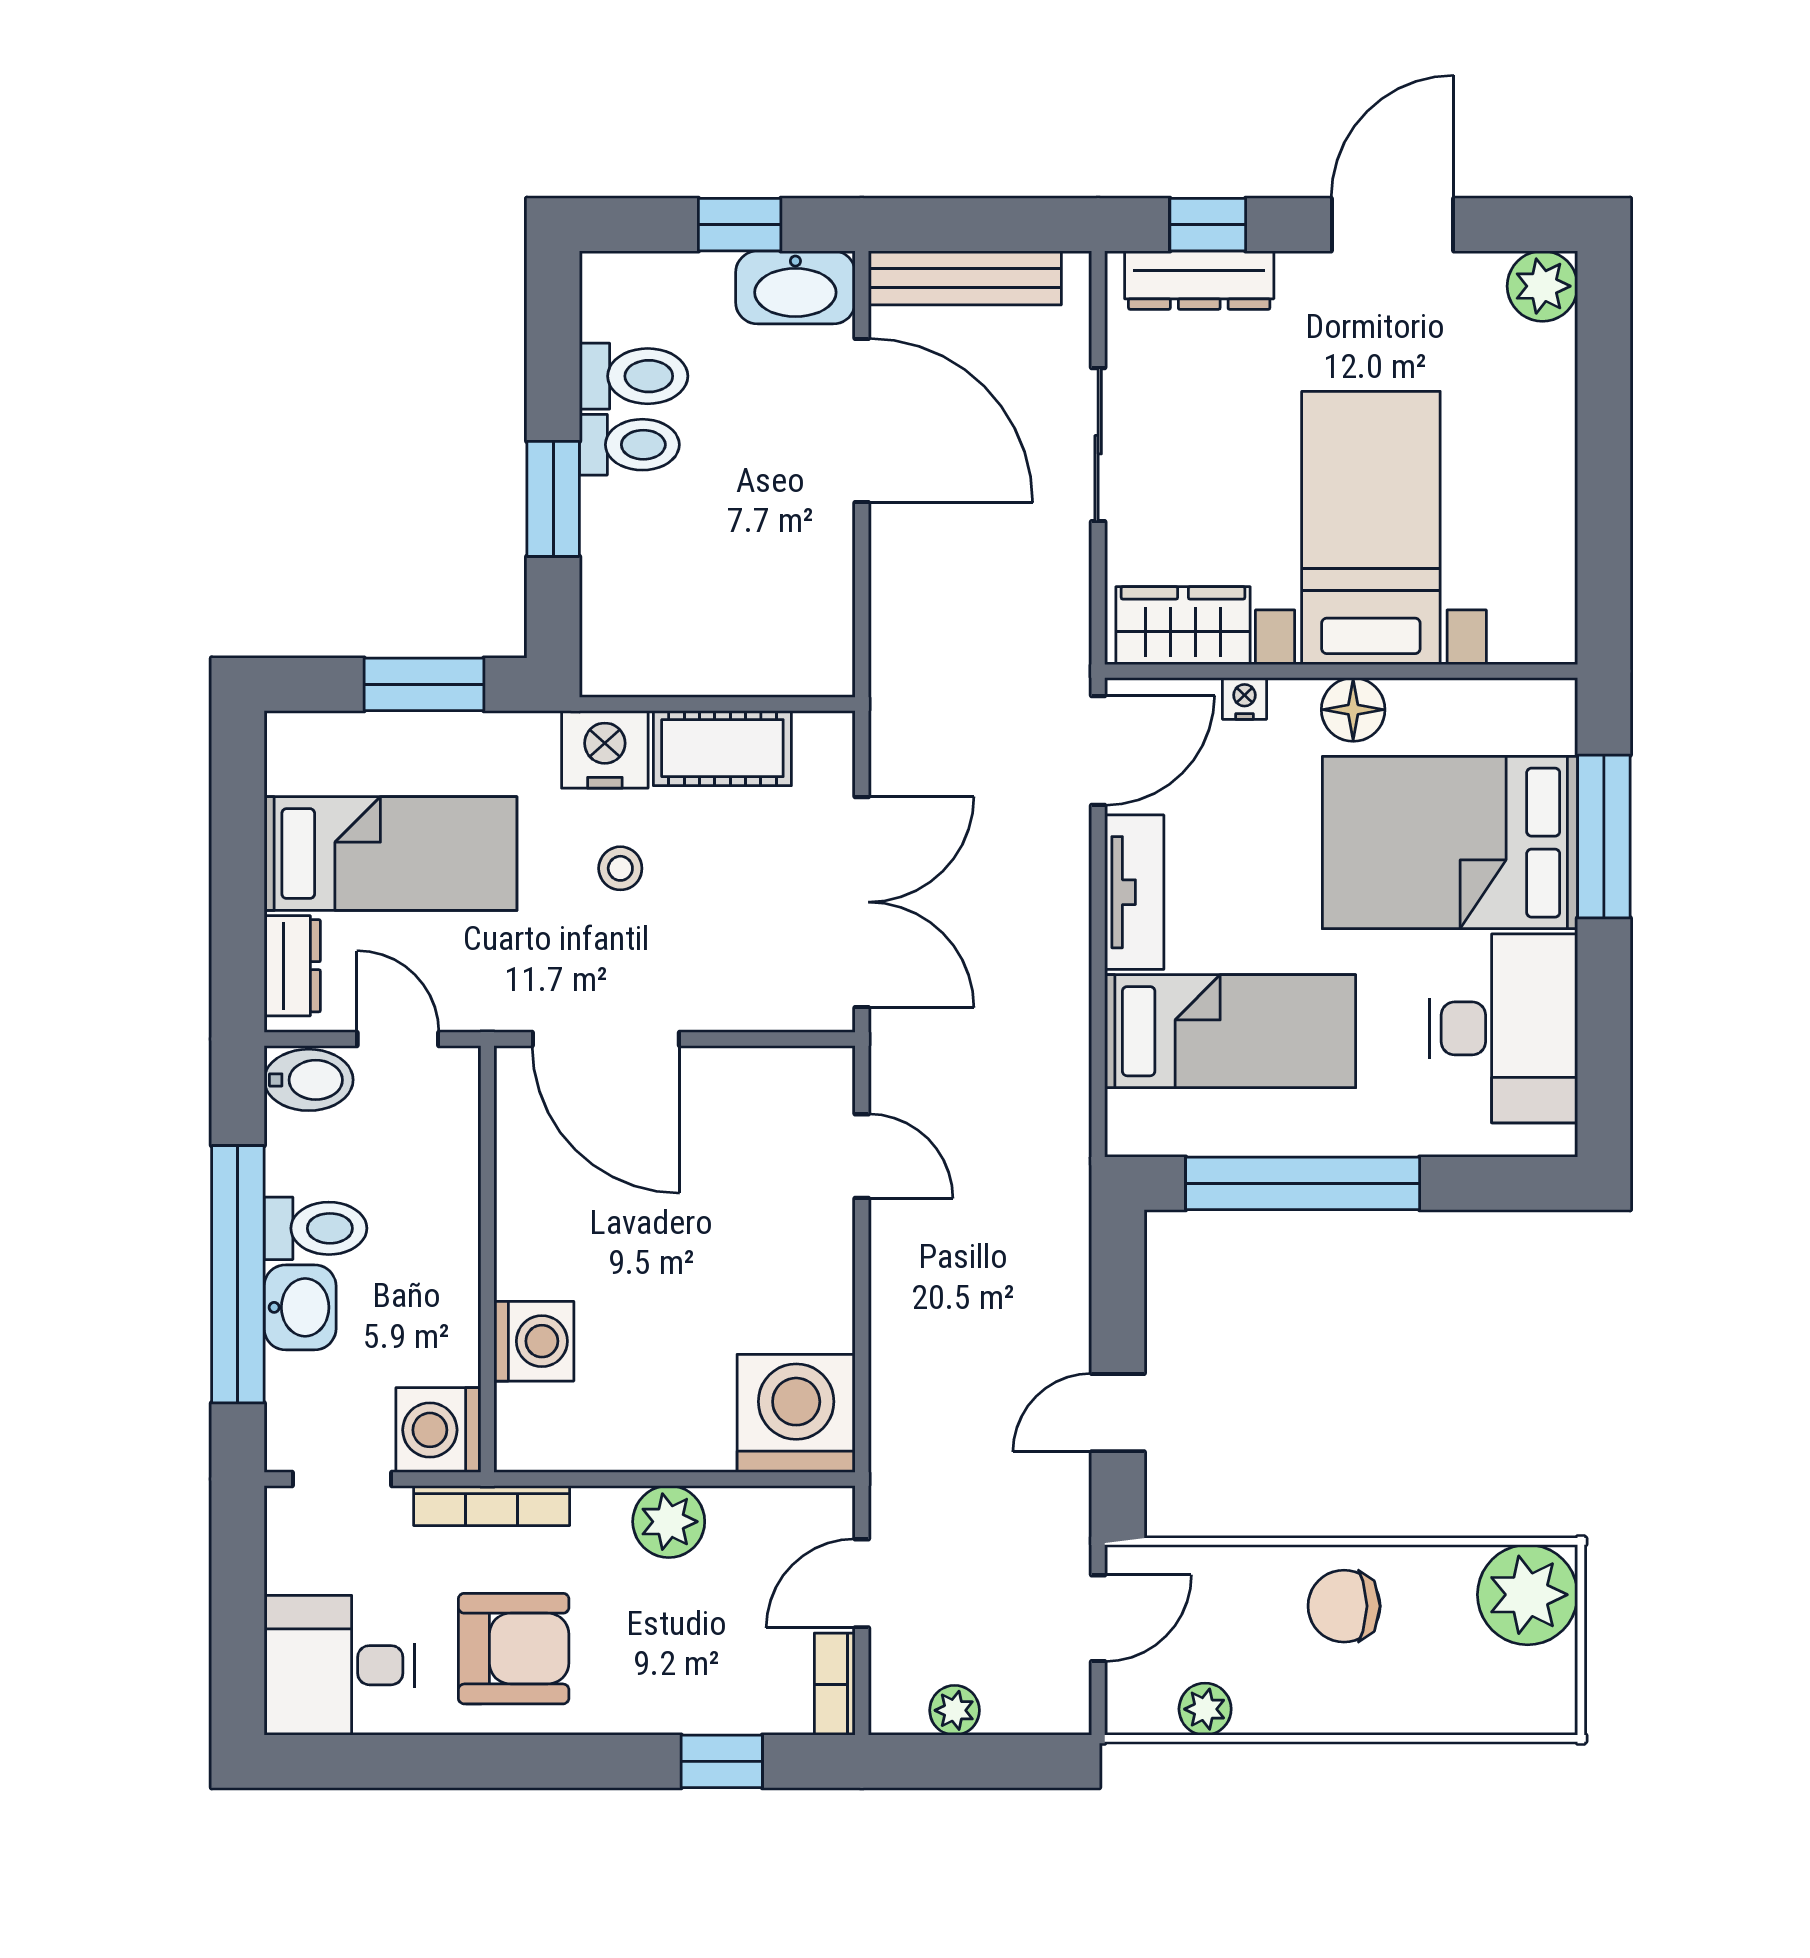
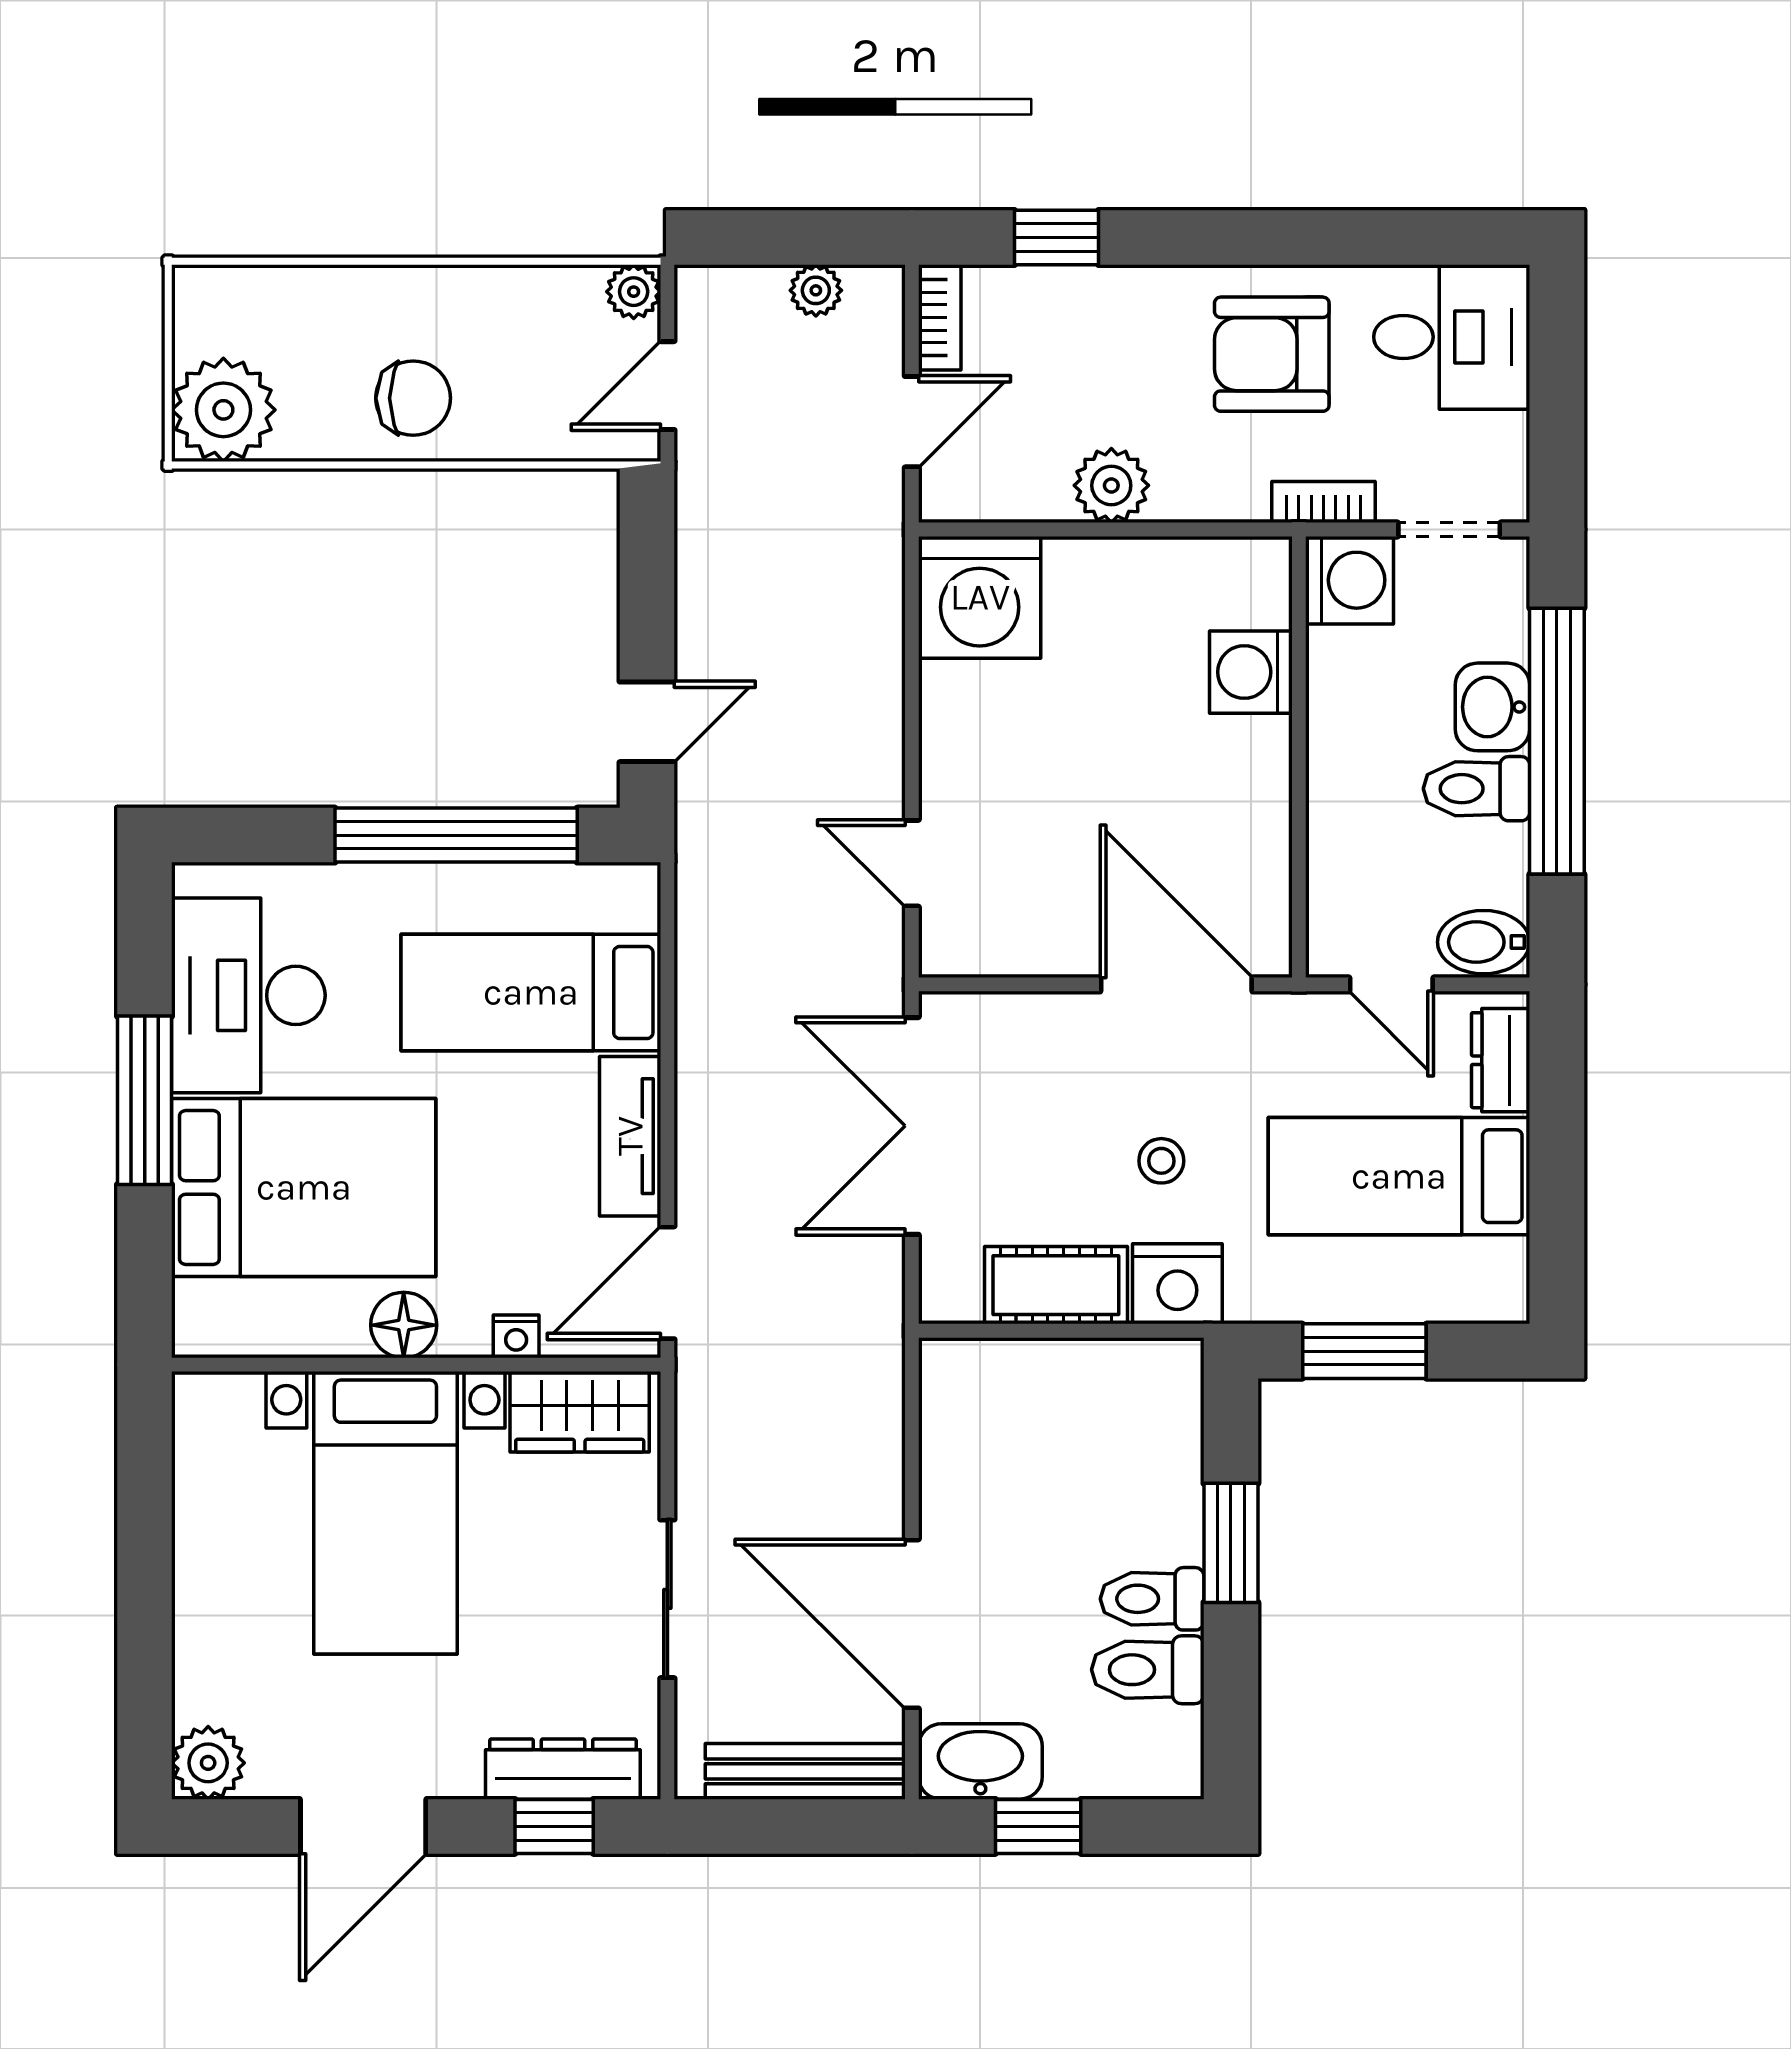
window: (1604, 837) -> (145, 1100), moved
door: (1118, 1413) -> (647, 722), moved
bookcase: (492, 1506) -> (1323, 502), width x0.64
plant: (1205, 1709) -> (634, 292), moved

